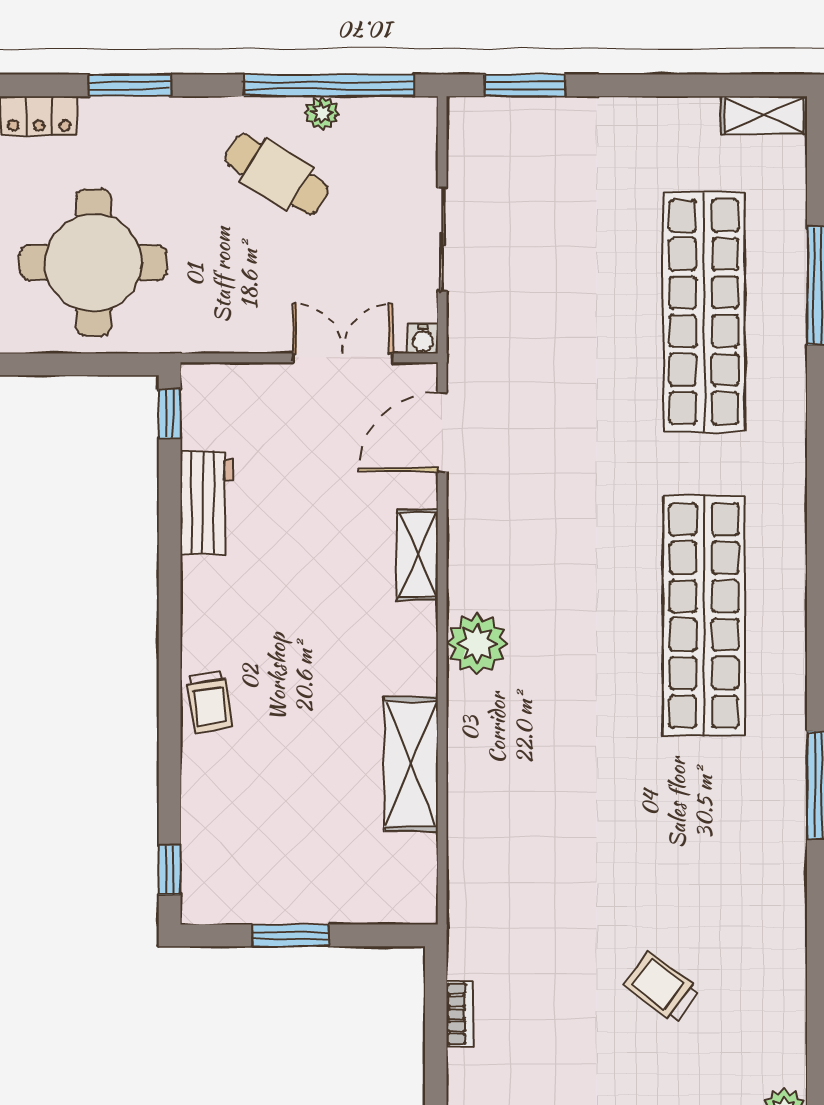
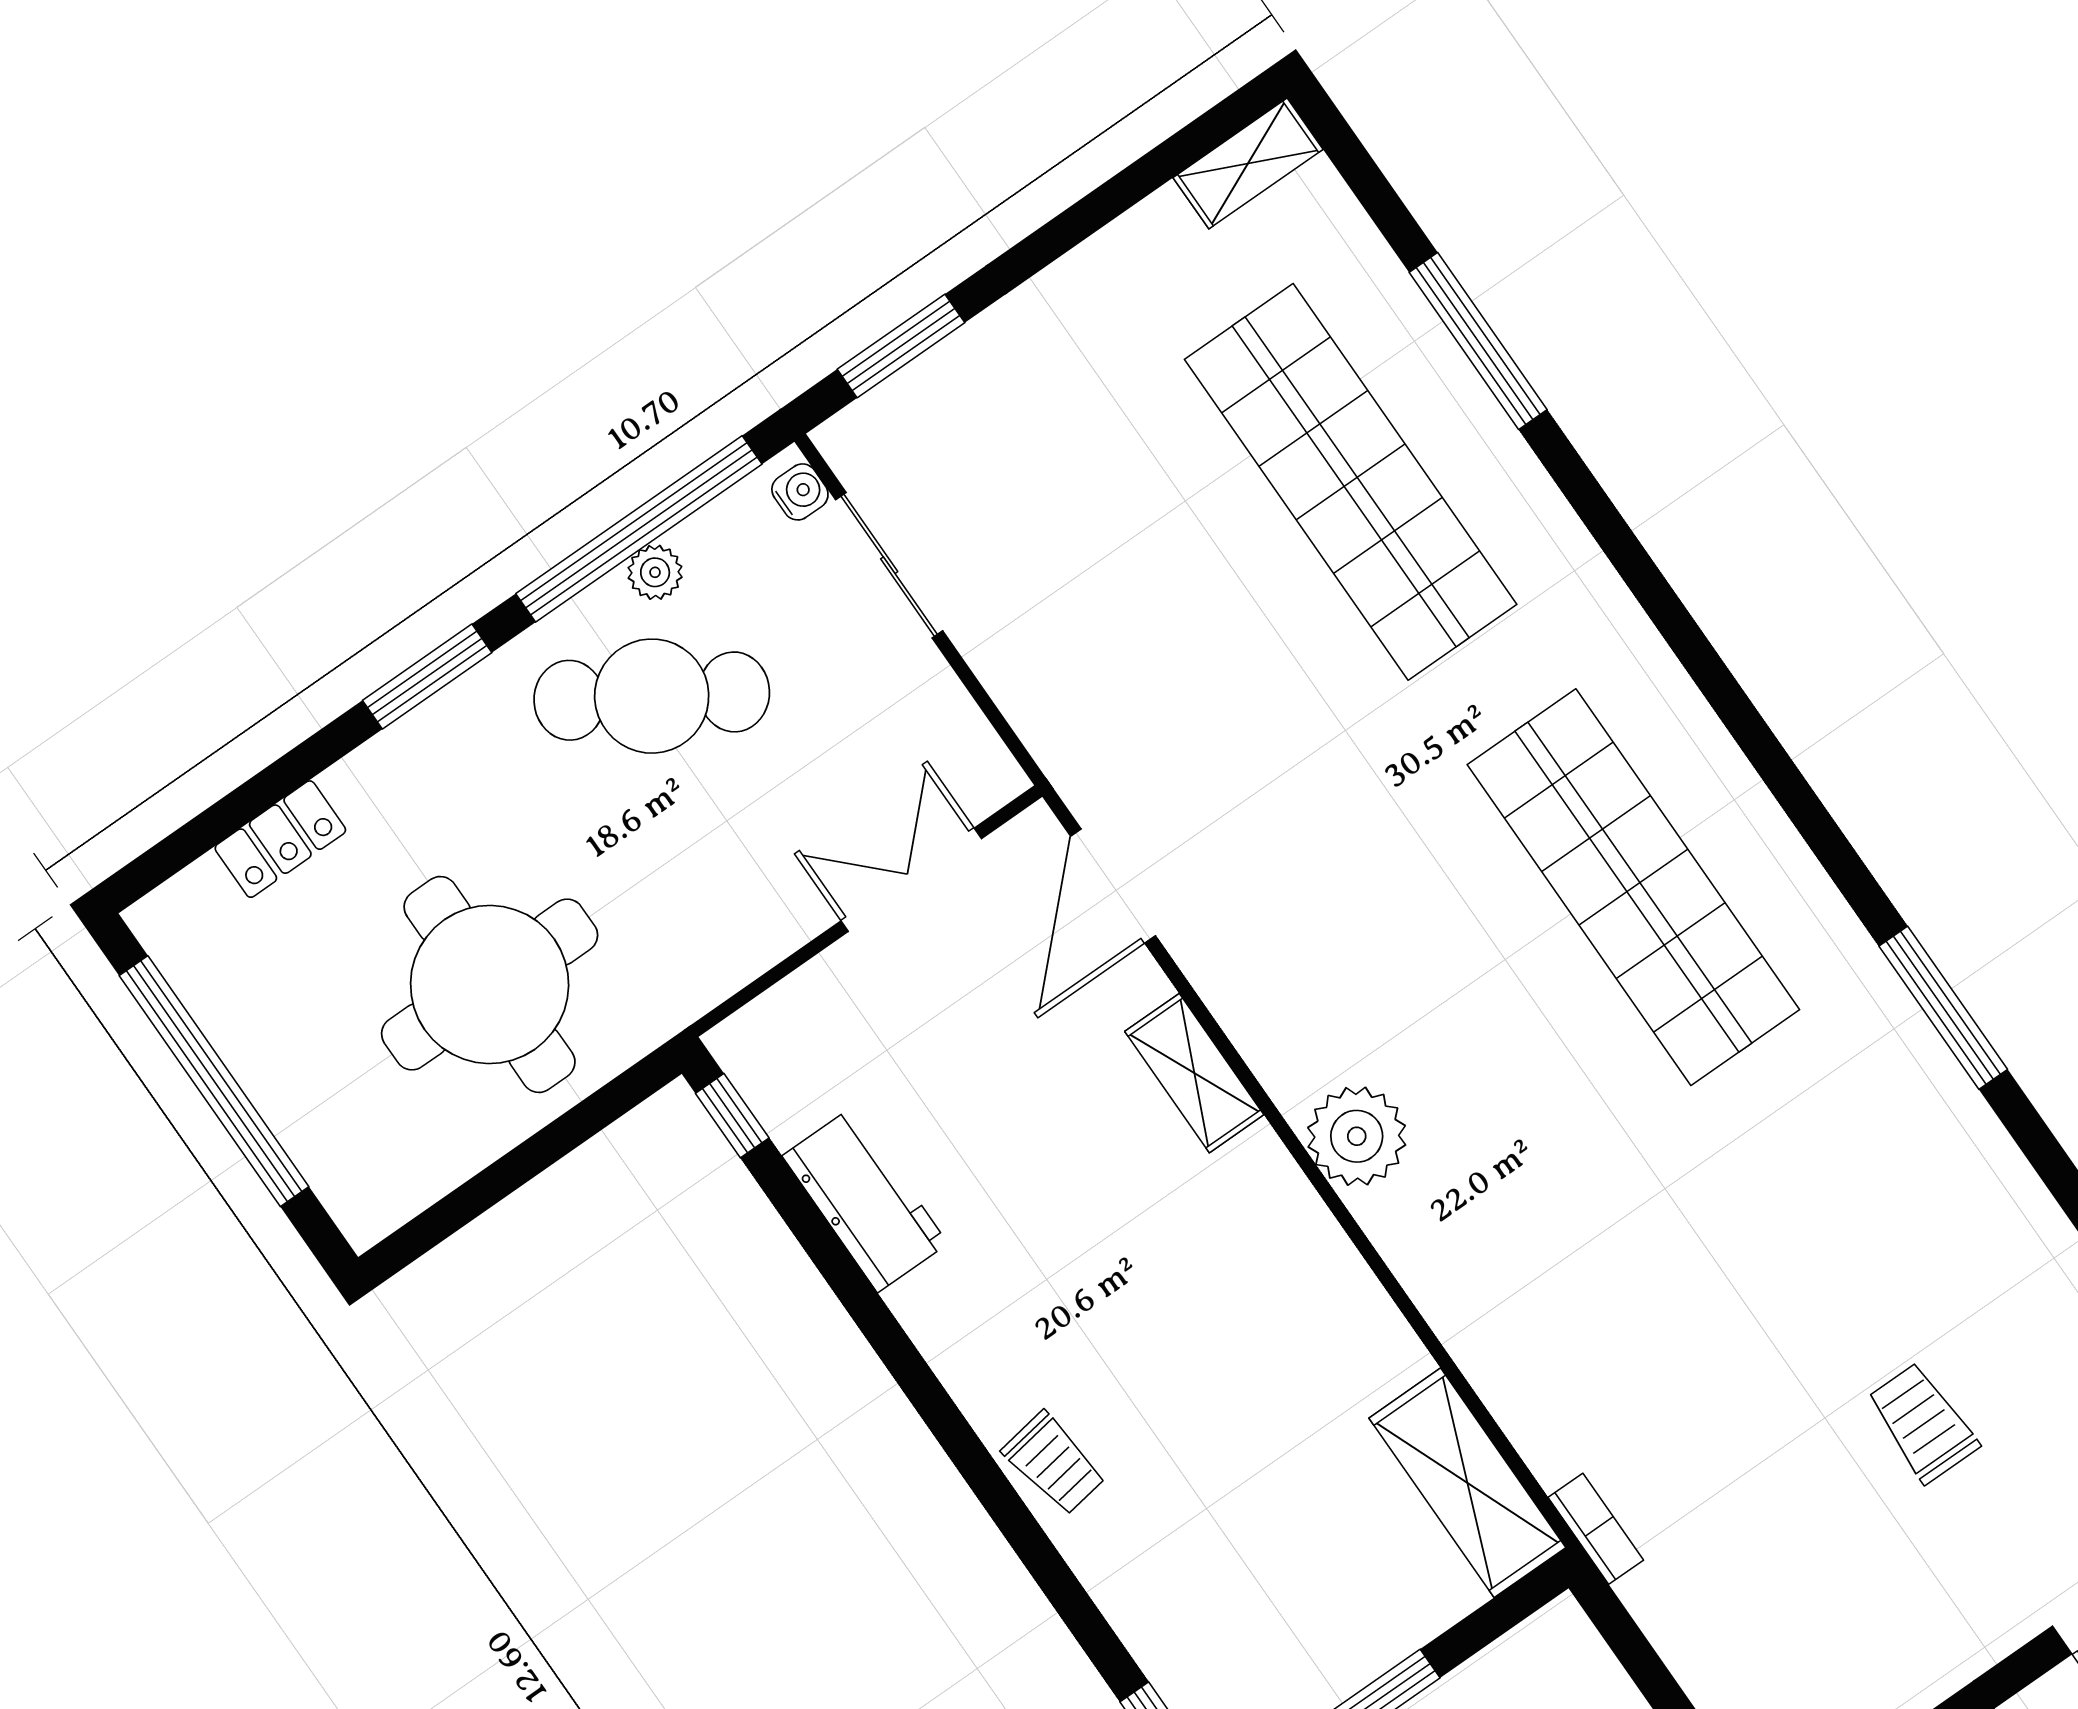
window: (129, 85) -> (427, 677), moved
cafe table: (277, 174) -> (652, 696), width x1.37, depth x1.35
sliding door: (442, 239) -> (889, 565), moved
water cooler: (423, 339) -> (800, 492), moved, turned -90
shelving: (411, 764) -> (1467, 1483), moved
trolley: (662, 987) -> (1923, 1423), turned 53
bookcase: (460, 1014) -> (1596, 1529), moved

